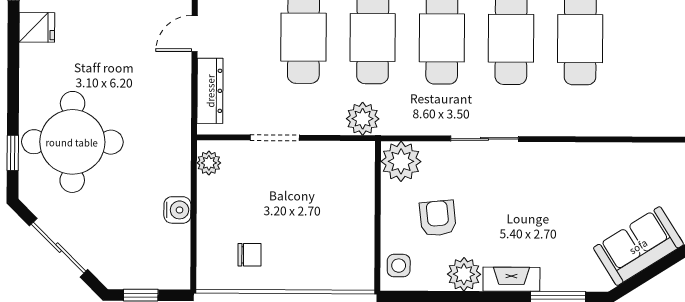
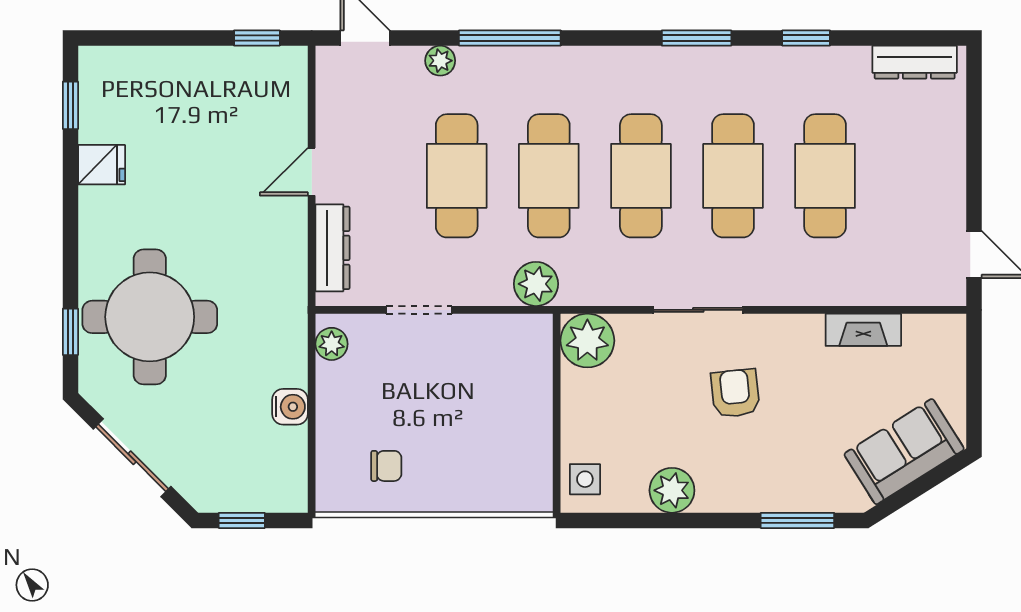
armchair: (438, 218) -> (735, 393), moved
fireplace: (511, 279) -> (863, 330), moved, turned 180

